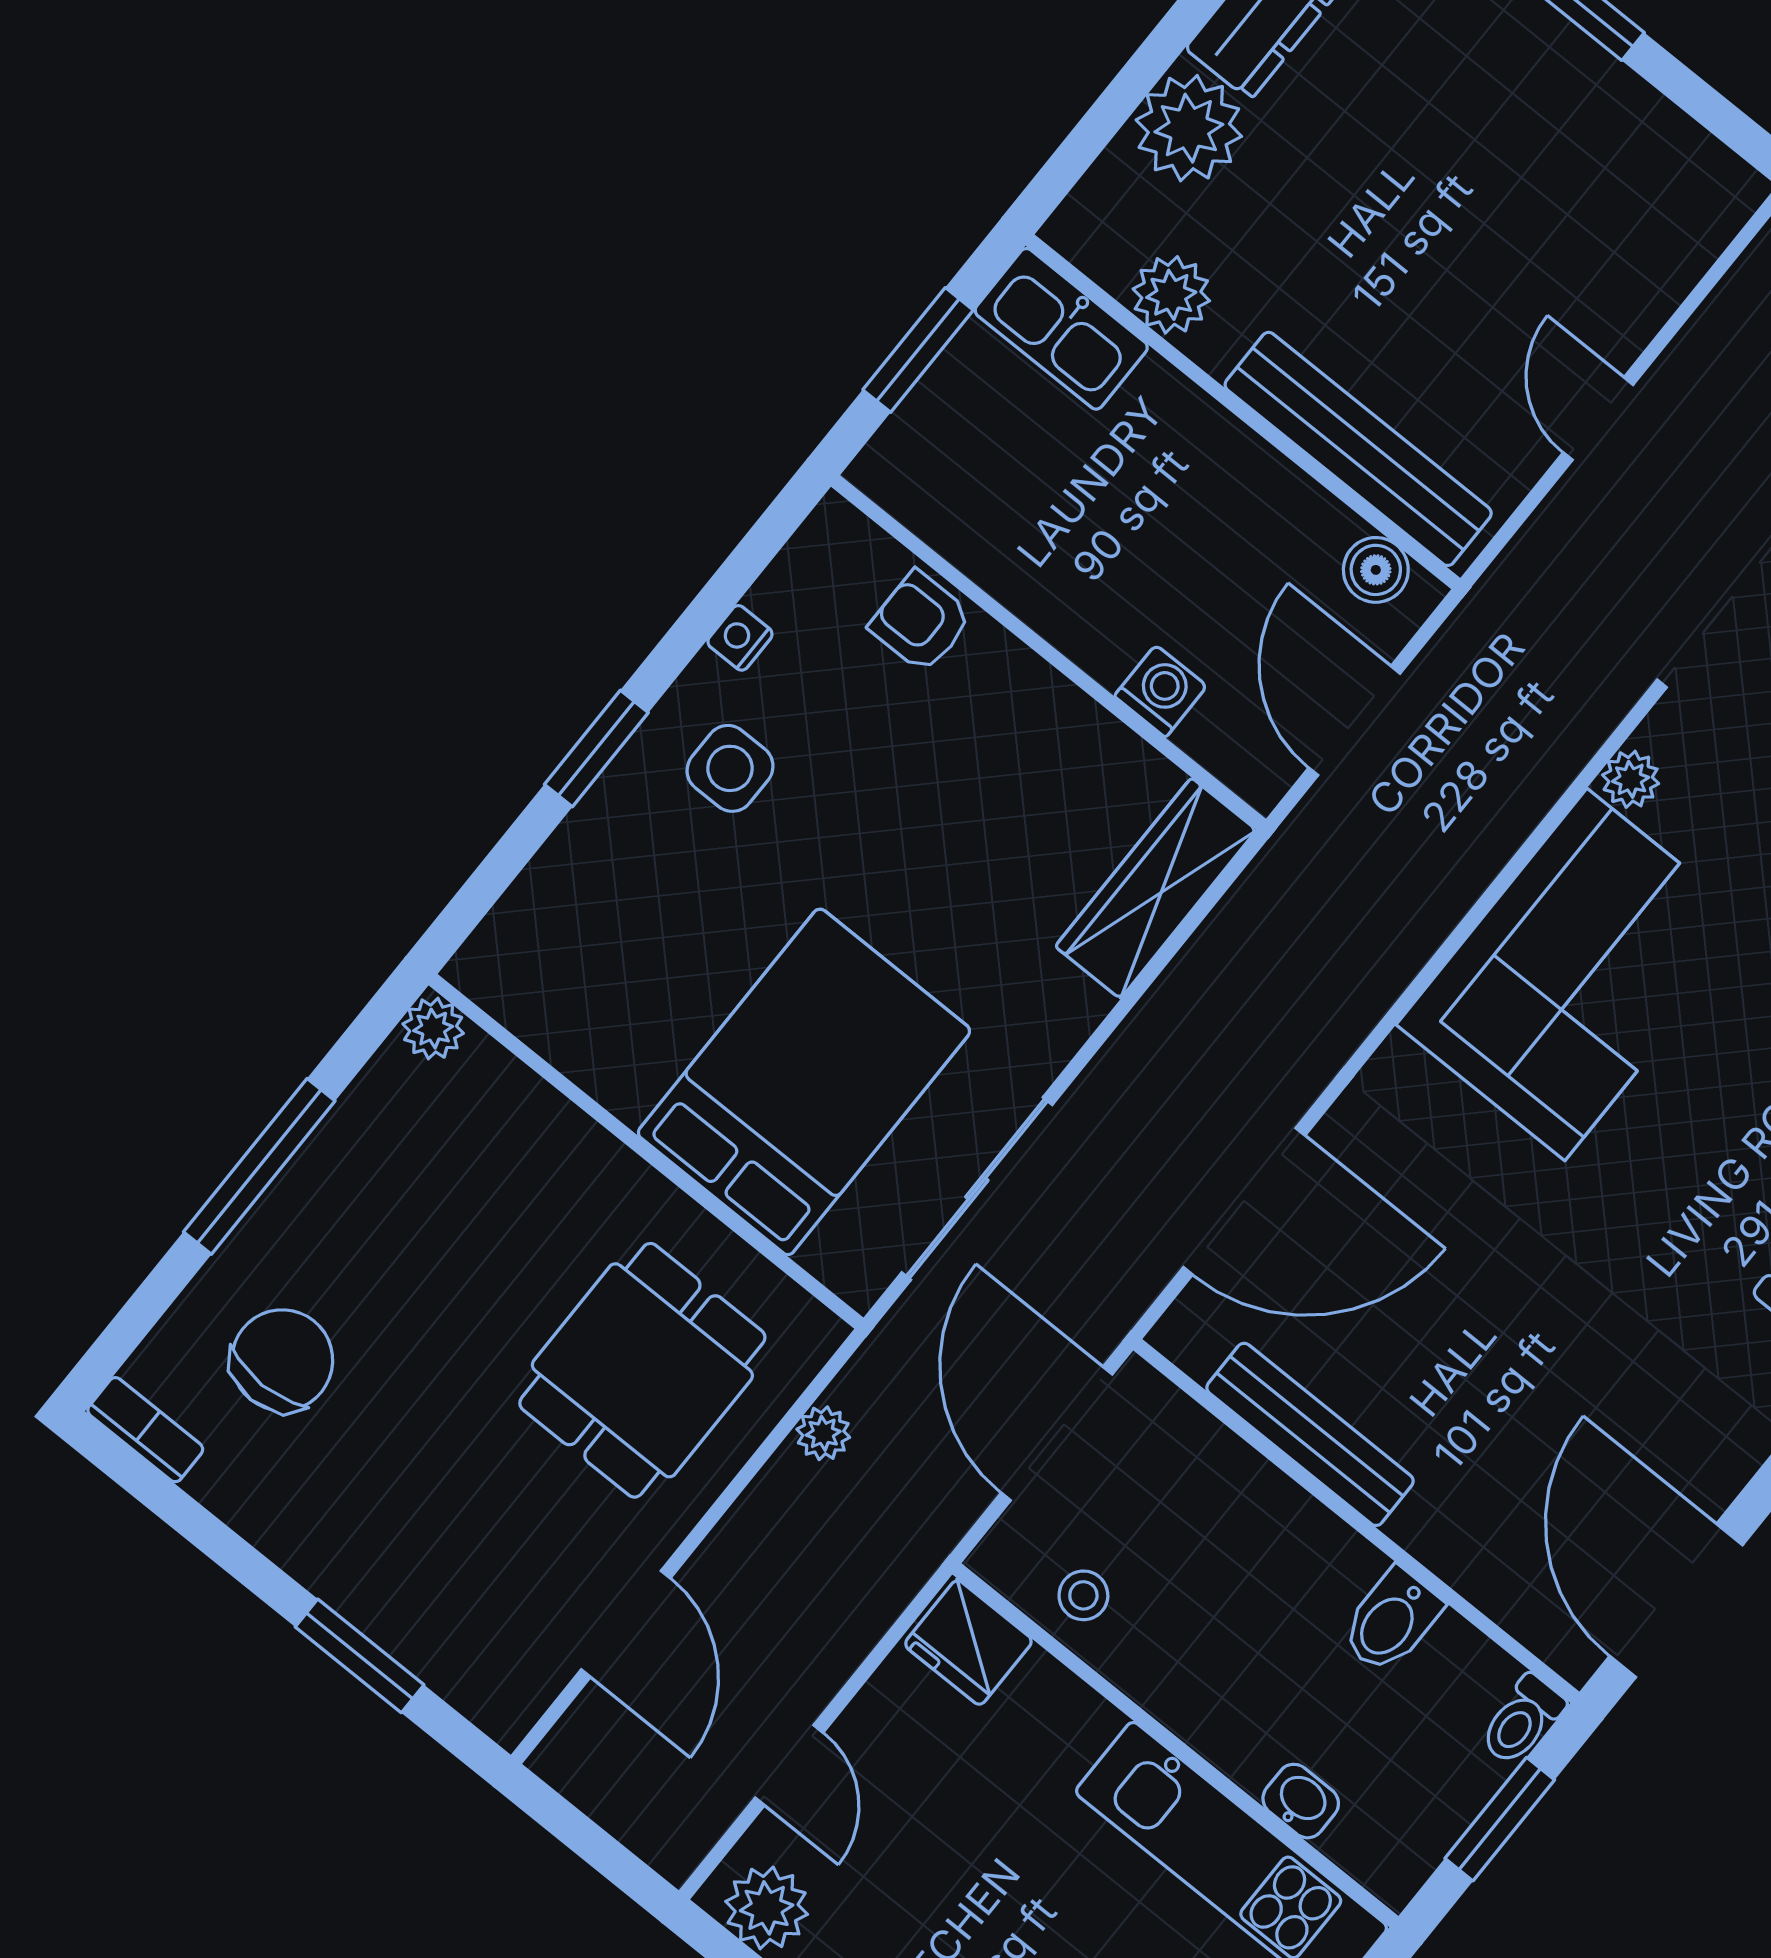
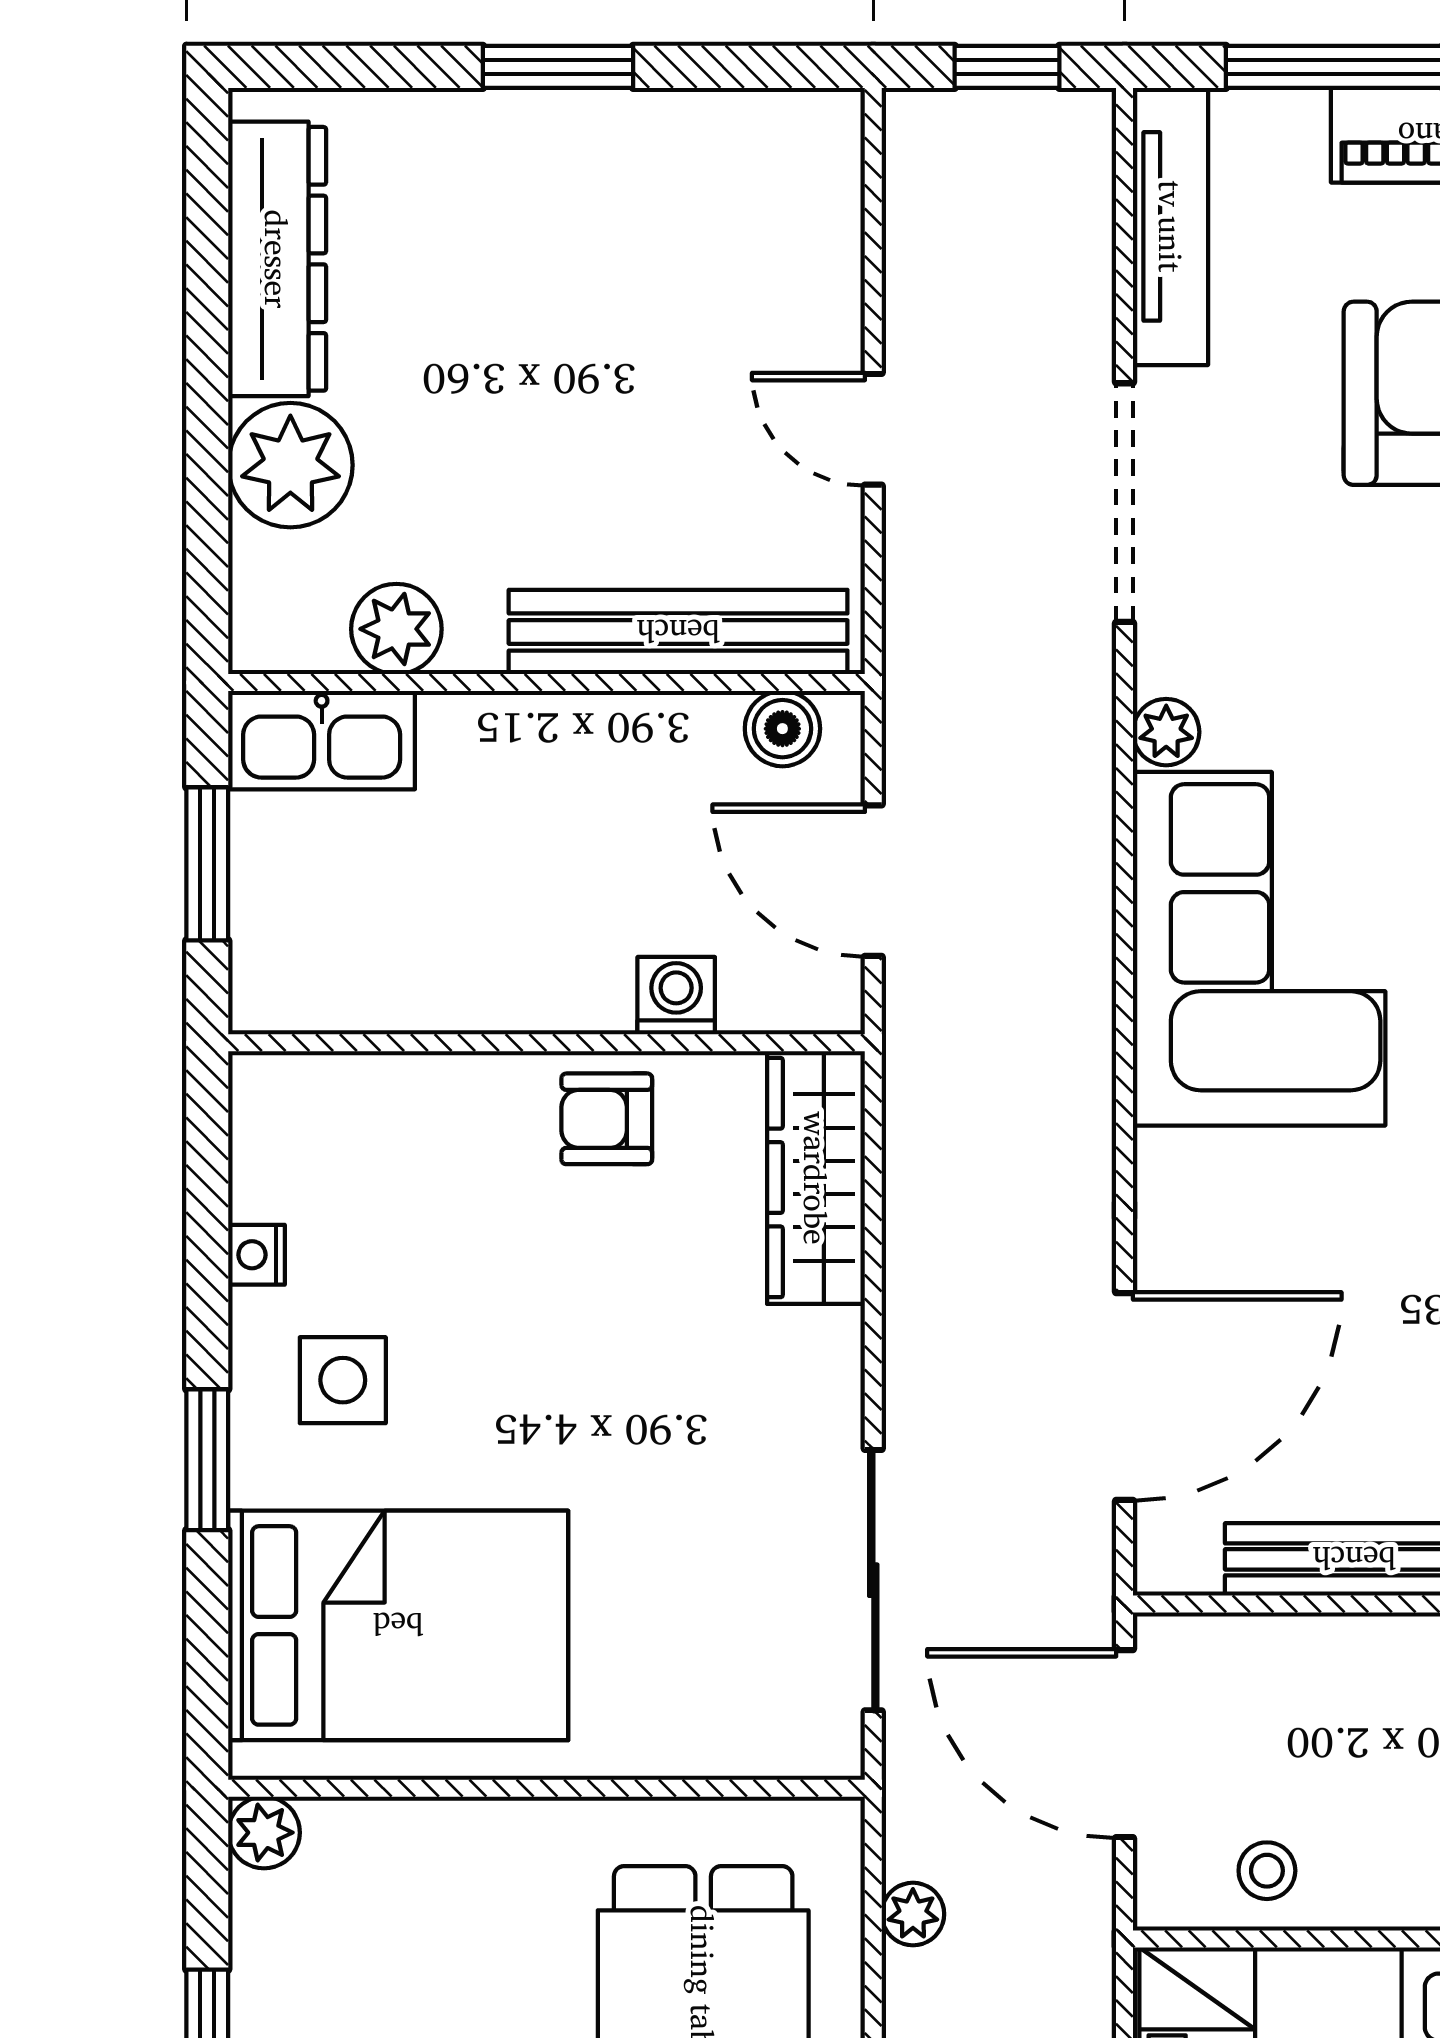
armchair: (921, 622) -> (607, 1119), moved
bed: (804, 1082) -> (398, 1625), moved, turned 90

